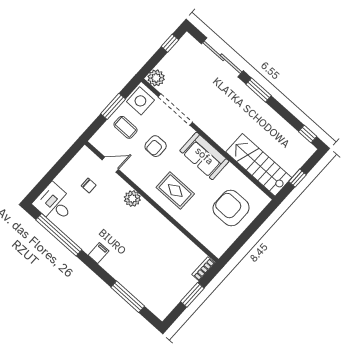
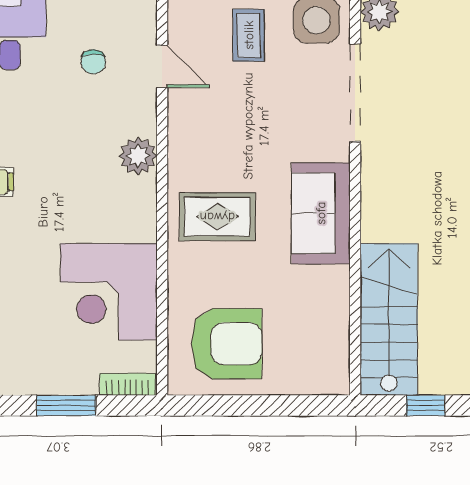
armchair: (156, 146) -> (263, 115), removed
rug: (175, 191) -> (217, 217), turned 90
armchair: (231, 208) -> (227, 344), moved, turned 90
corner desk: (168, 248) -> (109, 292), added

